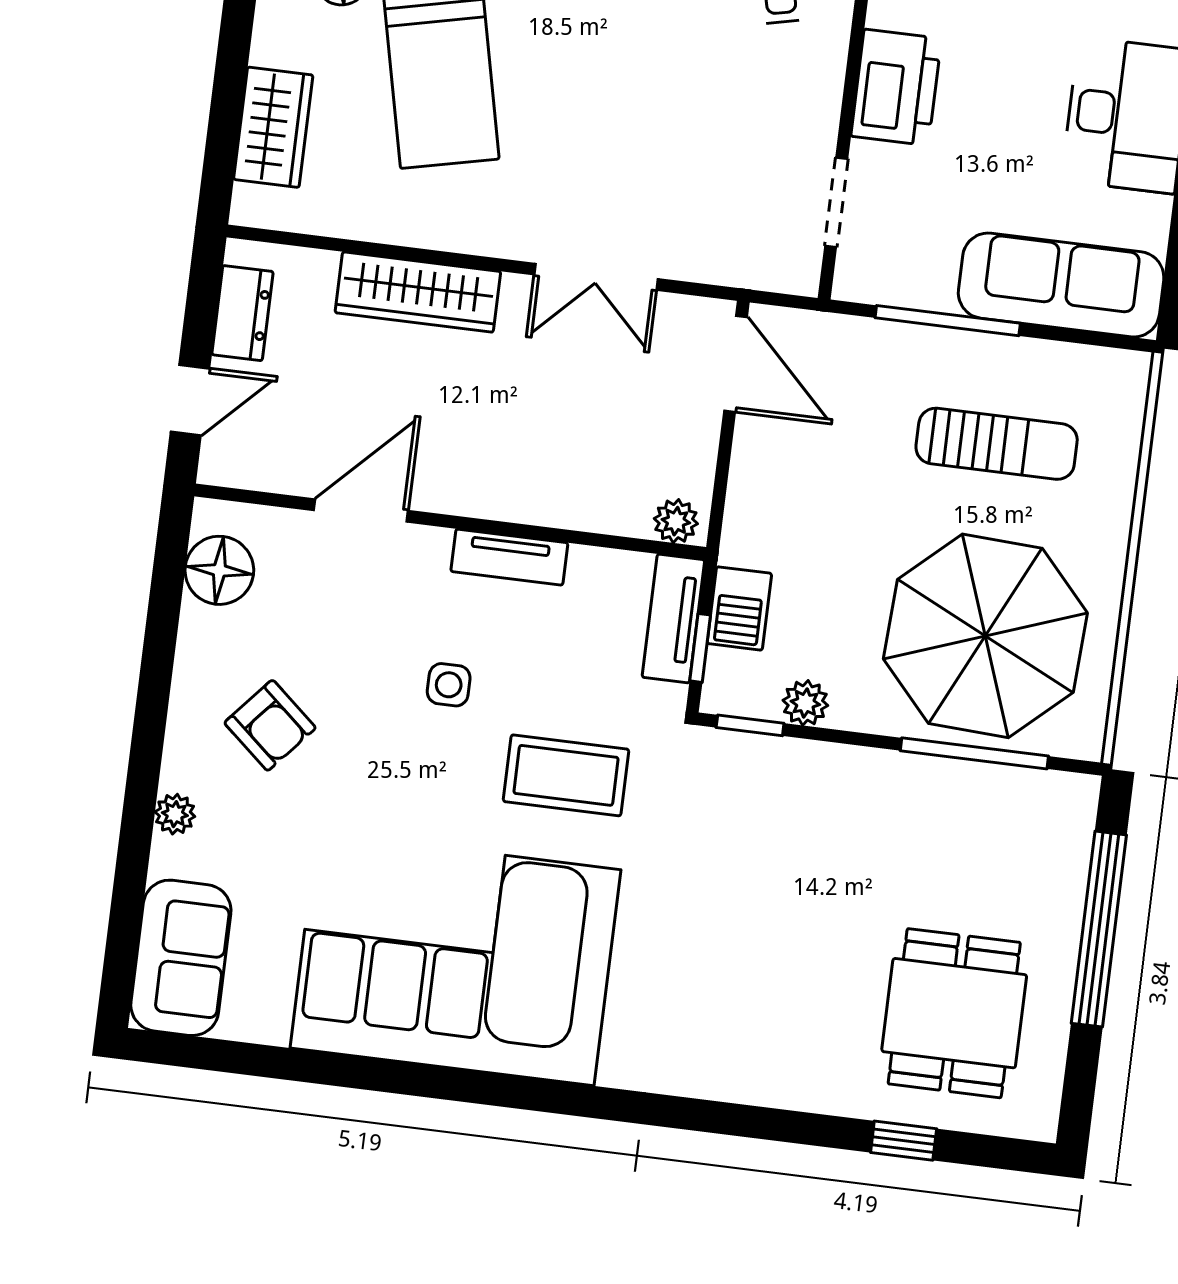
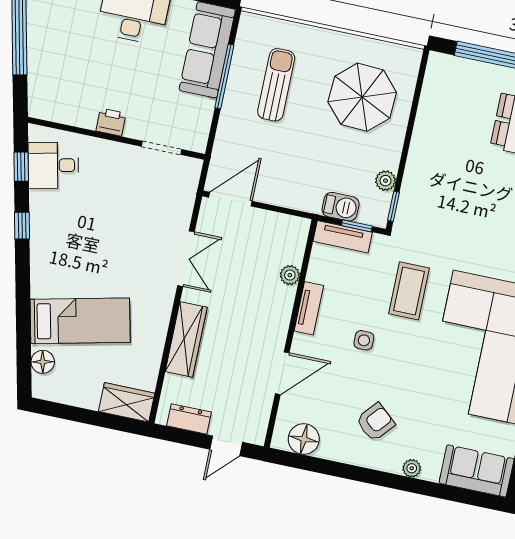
printer: (896, 87) -> (111, 122), width x0.53, depth x0.68
wardrobe: (273, 127) -> (127, 402), moved
window: (948, 321) -> (224, 76), moved
door: (190, 400) -> (226, 446), swing flipped
door: (361, 511) -> (282, 373), swing flipped
plant: (676, 521) -> (290, 275), moved
parasol: (985, 636) -> (362, 97), width x0.73, depth x0.73
window: (974, 753) -> (415, 106), removed

